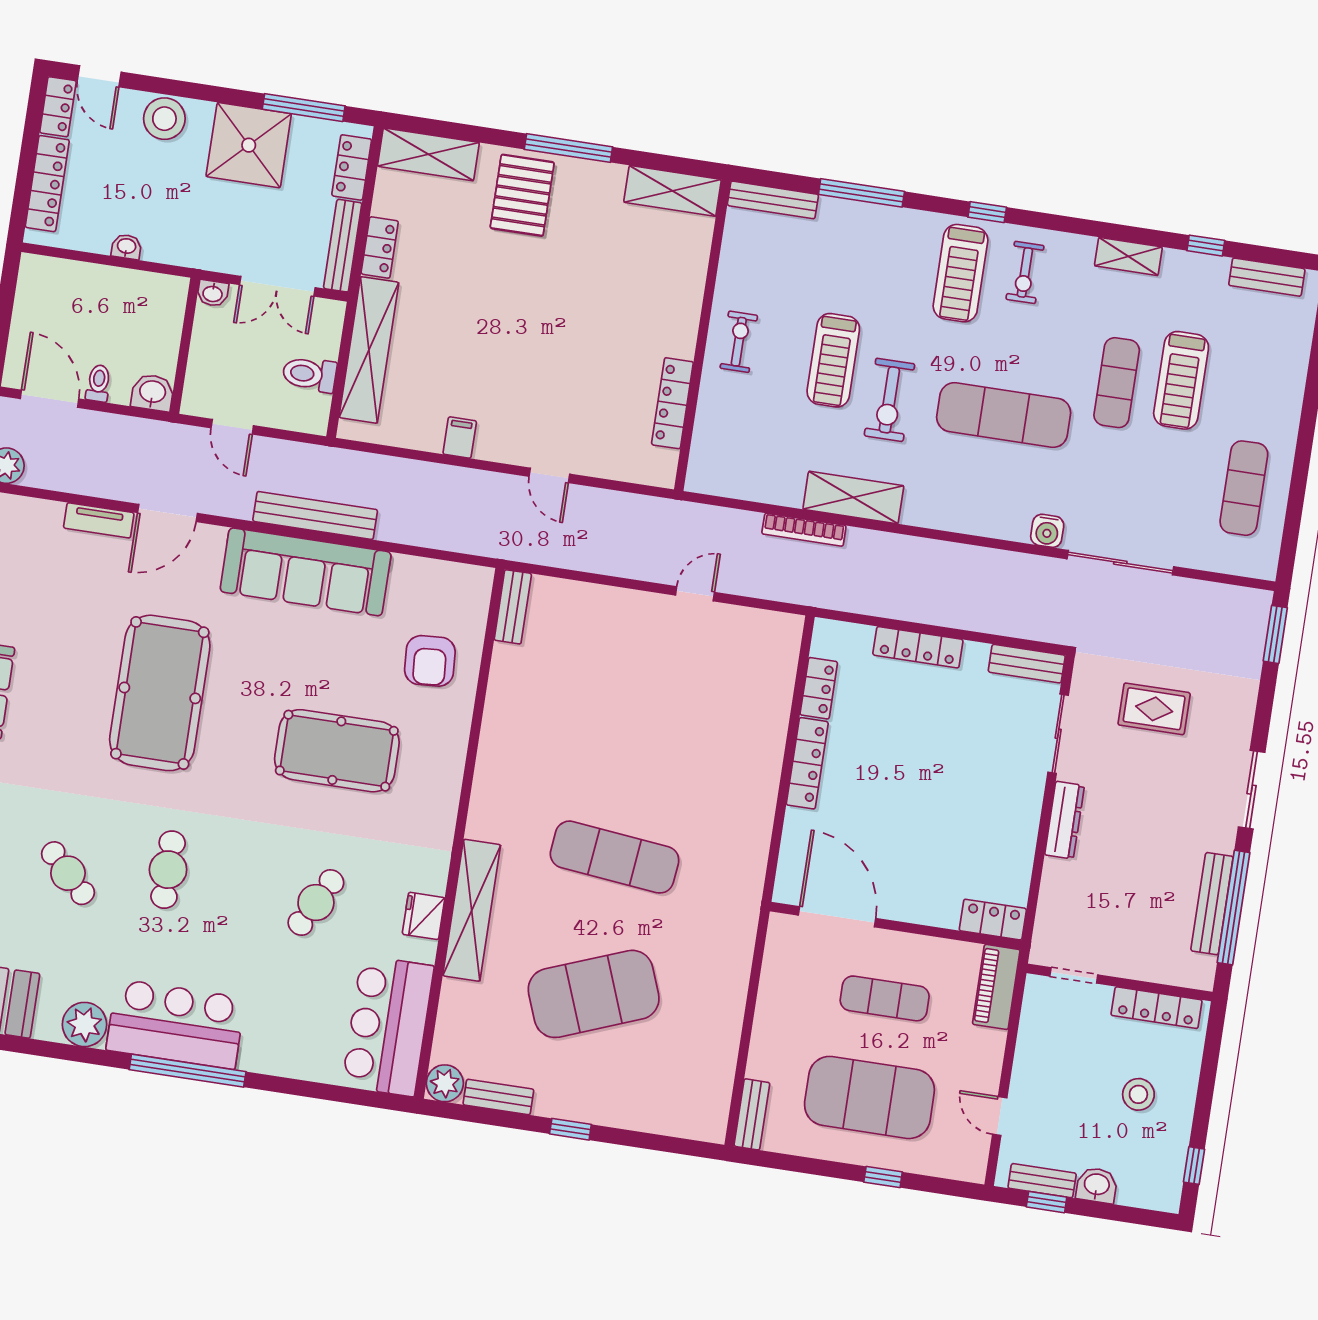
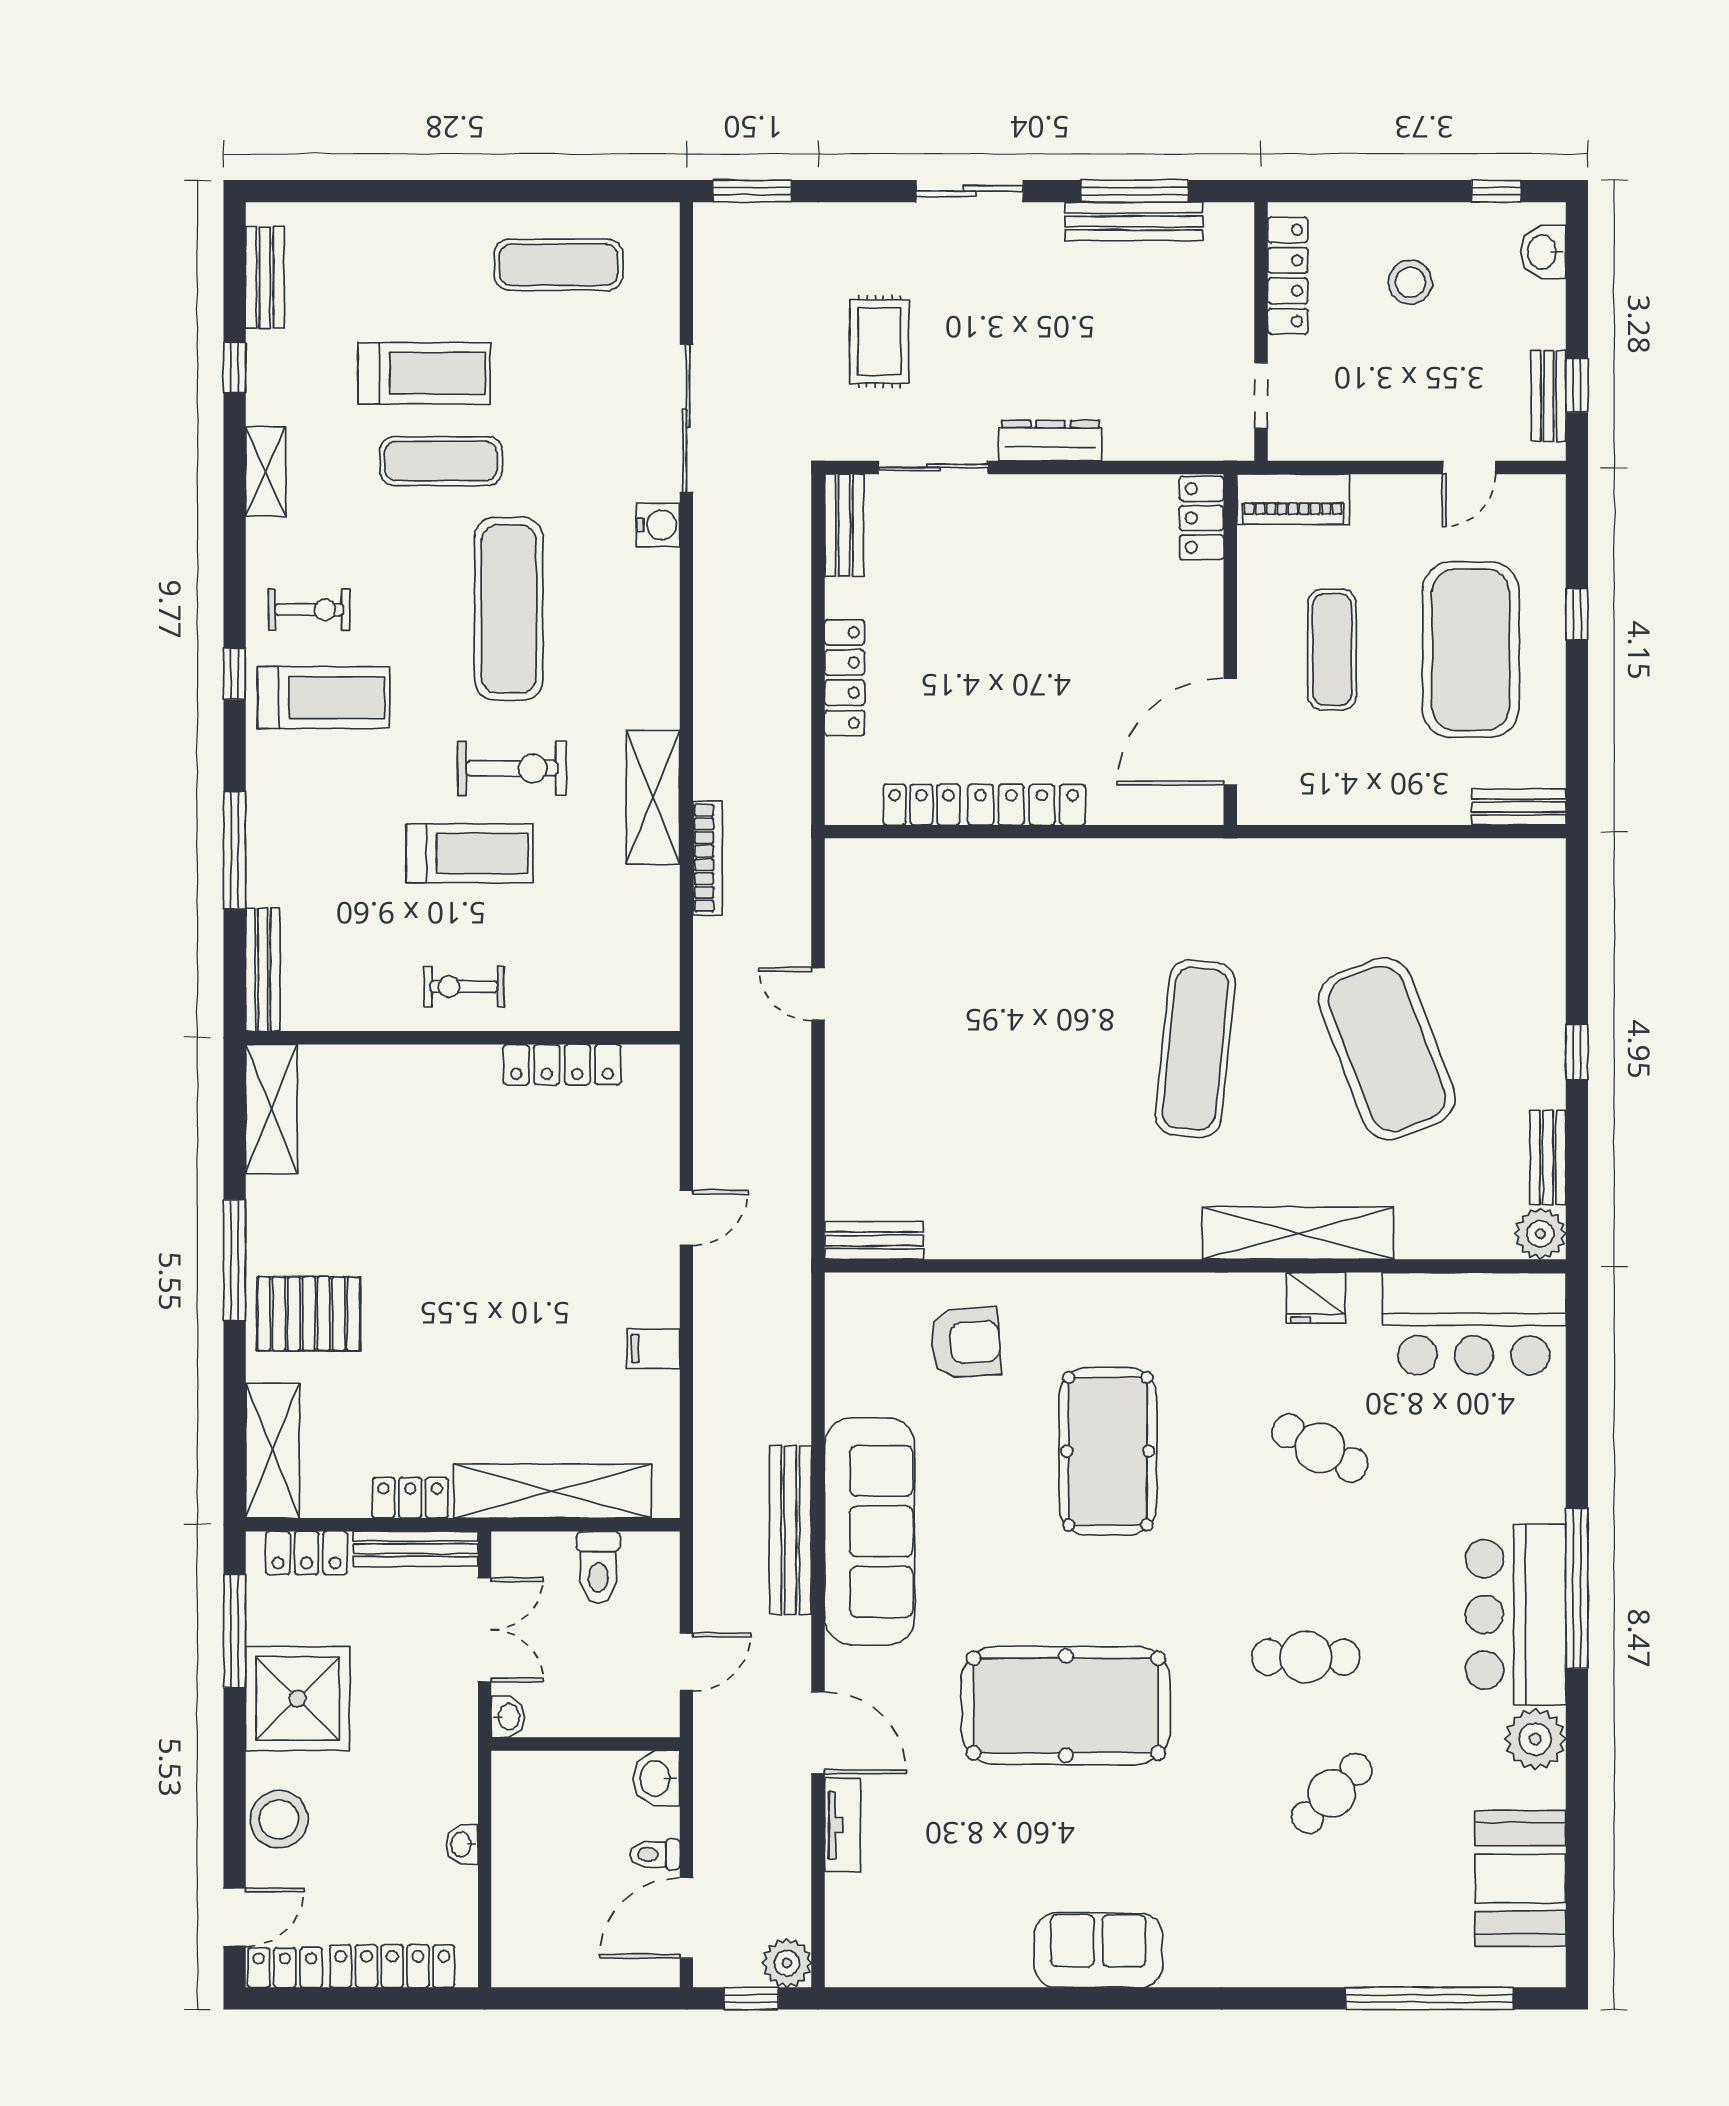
window: (1234, 908) -> (1135, 191), width x0.68
washbasin: (1097, 1185) -> (1543, 252), moved

